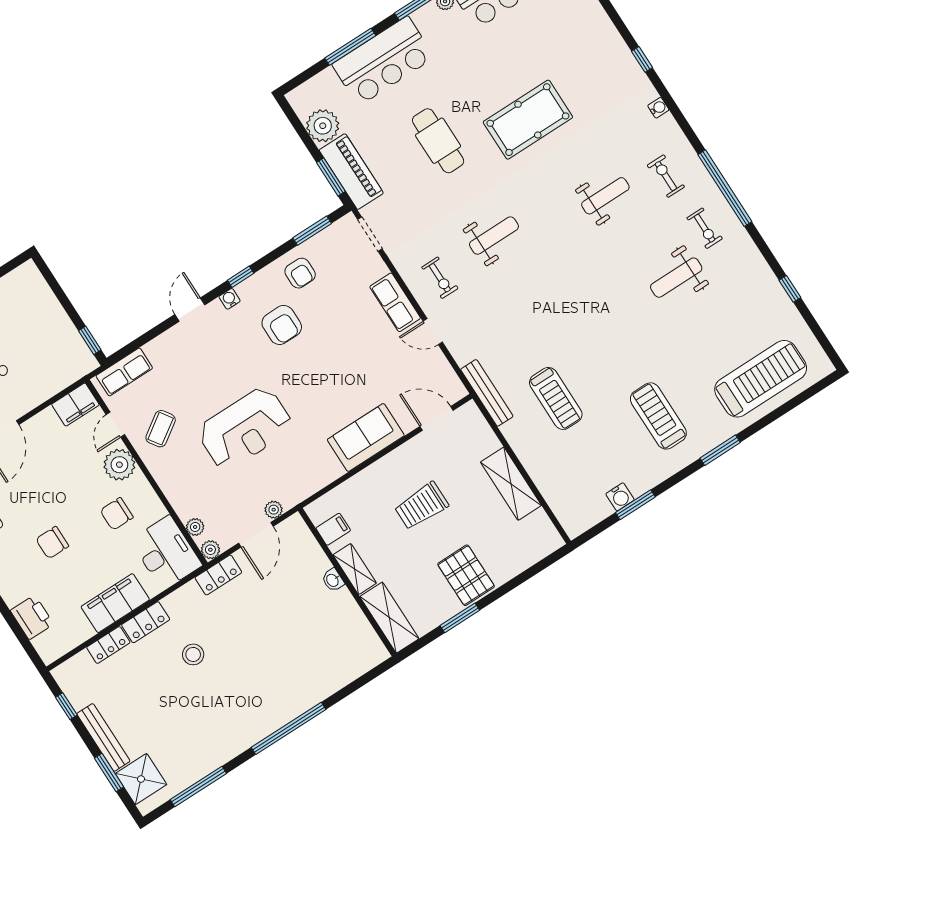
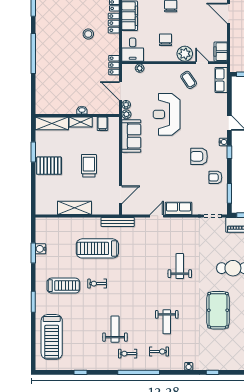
weight bench: (494, 236) -> (180, 266), turned 180
exercise bike: (440, 278) -> (97, 284), moved
treadmill: (556, 398) -> (97, 248), width x1.37, depth x1.38
sofa: (366, 437) -> (131, 136), moved
plant: (210, 550) -> (126, 114), moved
desk: (166, 553) -> (133, 50), width x0.73

